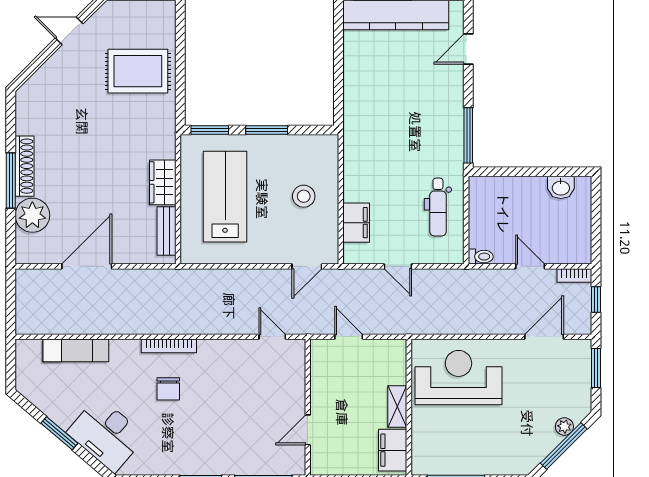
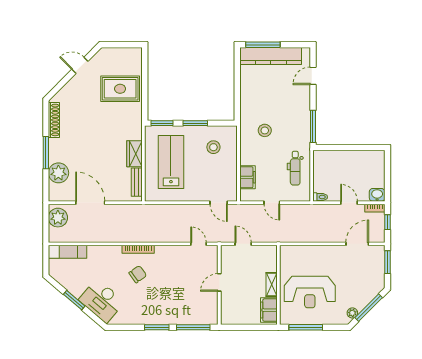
stool: (386, 143) -> (265, 130), added
shoe rack: (25, 166) -> (54, 120), moved
washbasin: (561, 187) -> (377, 195), moved, turned 180
stool: (304, 196) -> (213, 147), moved
door: (87, 266) -> (90, 203), hinge flipped
door: (307, 266) -> (219, 203), hinge flipped
plant: (31, 292) -> (58, 218), added
exam couch: (76, 350) -> (68, 252), moved
reception desk: (458, 378) -> (310, 292), moved, turned 180
chair: (168, 389) -> (138, 274), turned -125
plant: (564, 427) -> (352, 313), moved
door: (308, 430) -> (219, 282), moved

